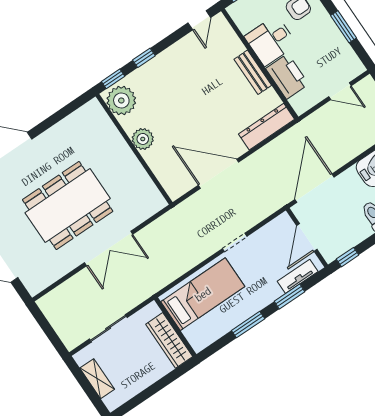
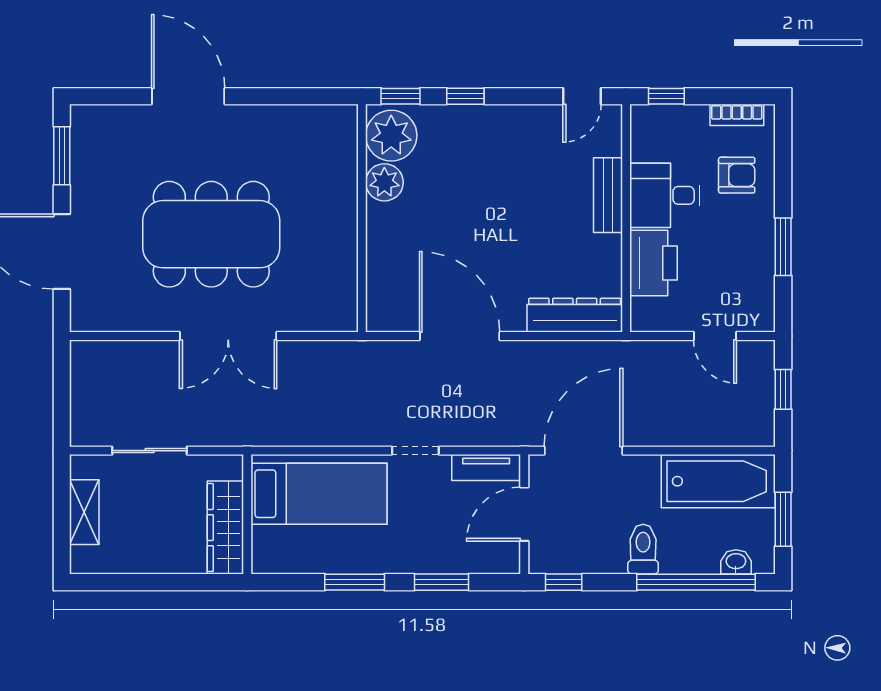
bench: (253, 72) -> (608, 195), moved
plant: (143, 139) -> (384, 182), moved
tv unit: (298, 276) -> (486, 467), moved, turned 180

